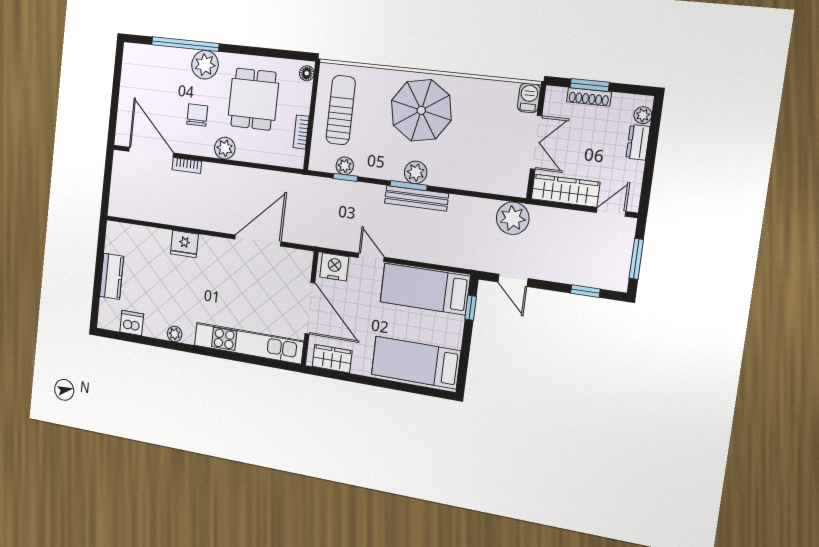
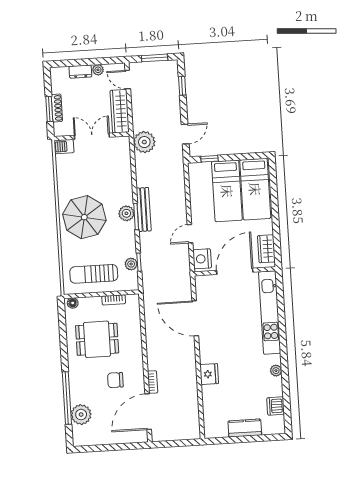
plant: (205, 65) -> (81, 415), moved
plant: (643, 115) -> (98, 70), moved
plant: (225, 148) -> (135, 355), removed
bed: (425, 289) -> (227, 191), moved

